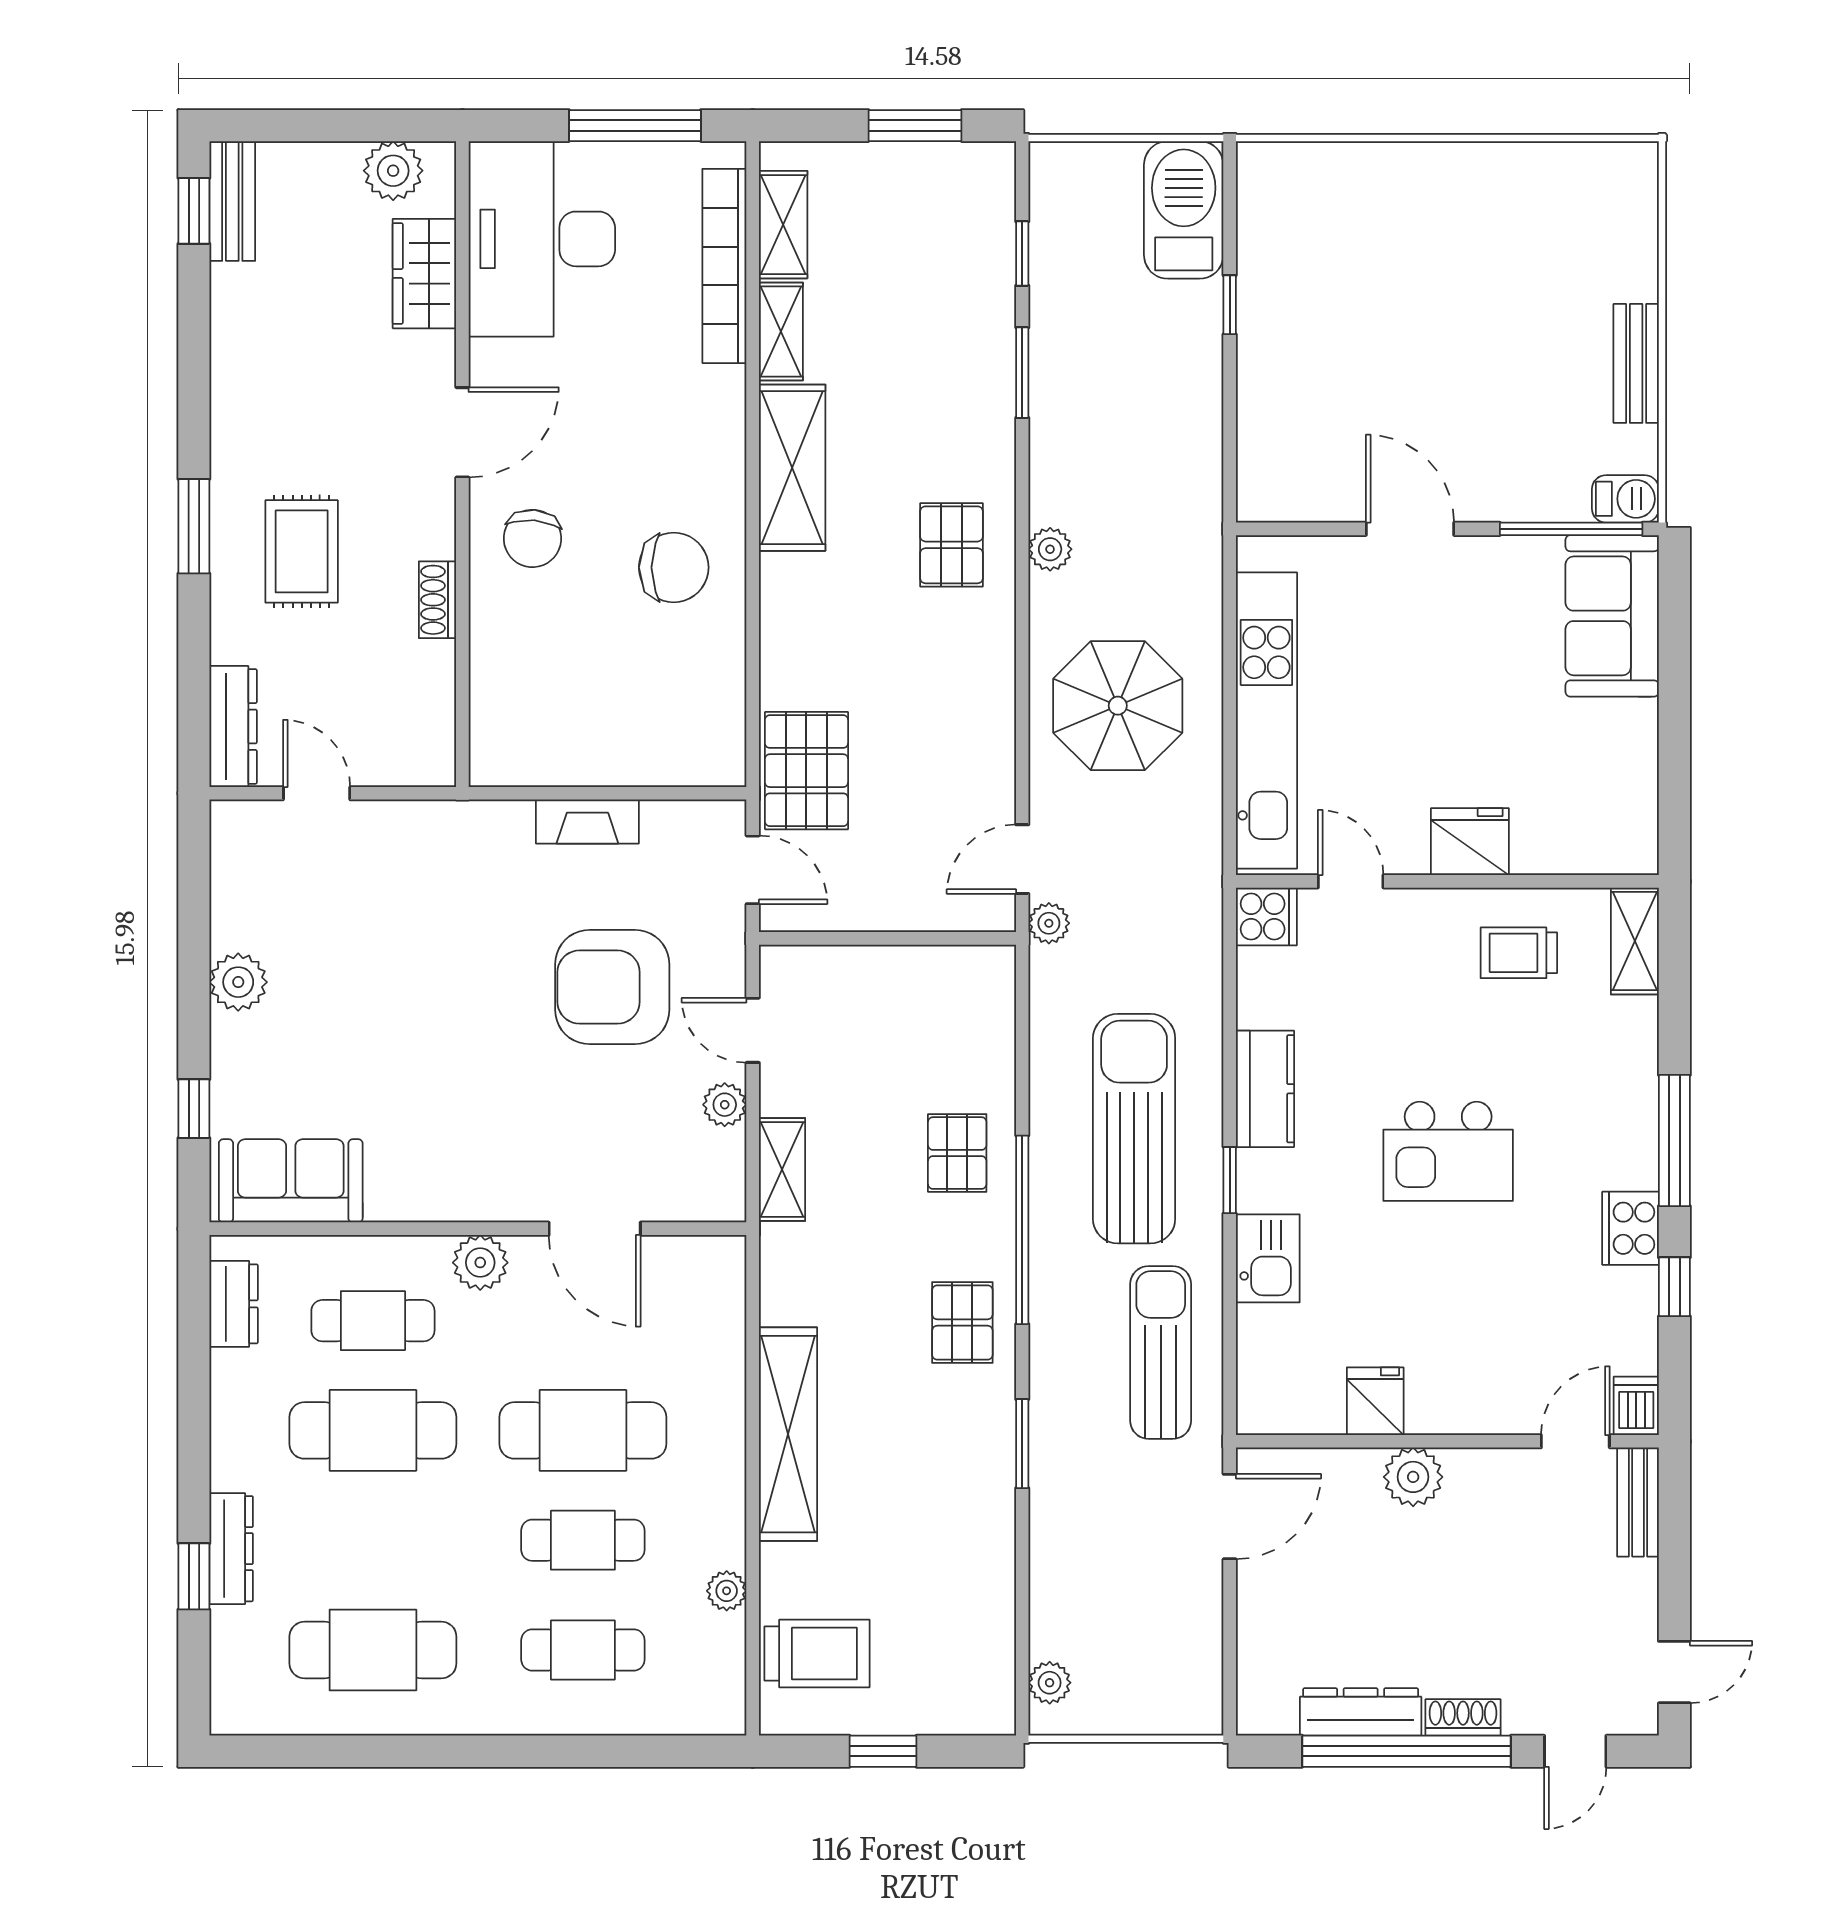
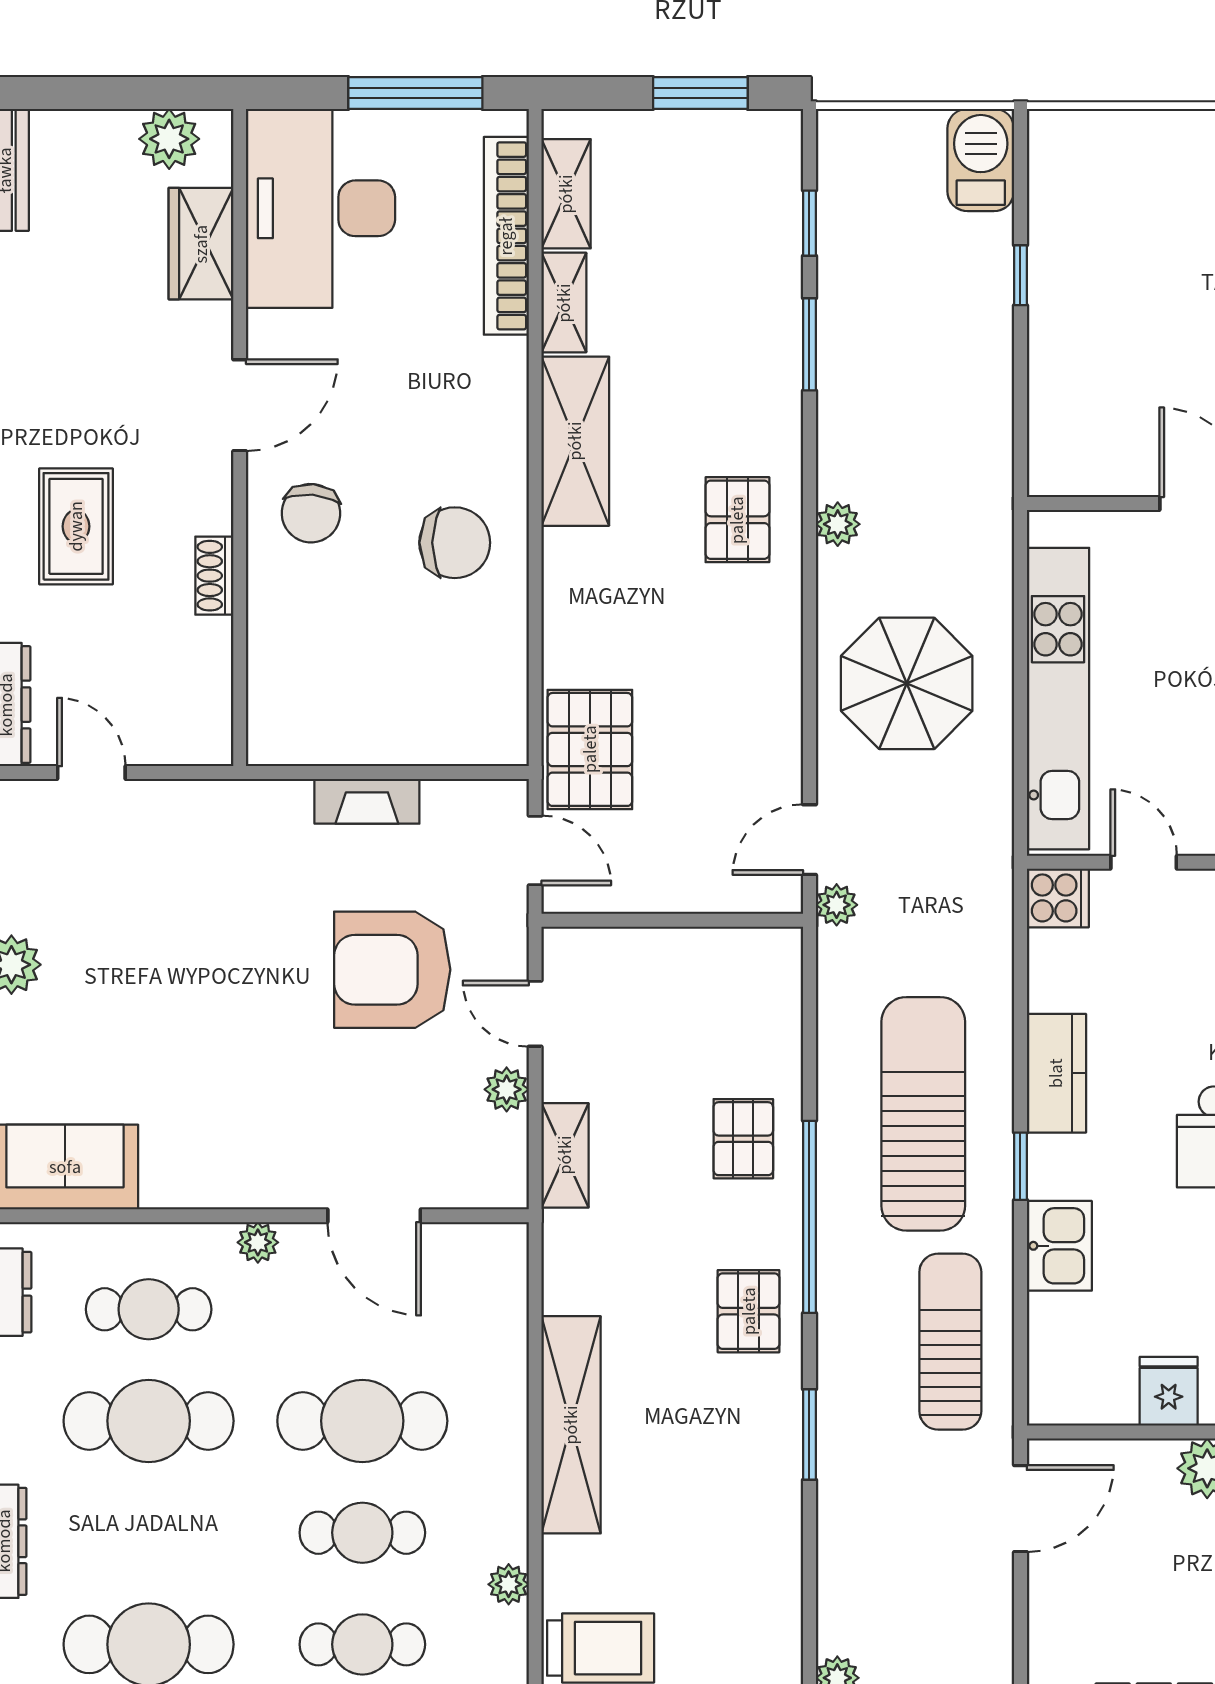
barbecue: (1184, 210) -> (981, 160), width x0.73, depth x0.83
plant: (480, 1263) -> (258, 1242), width x0.73, depth x0.73

